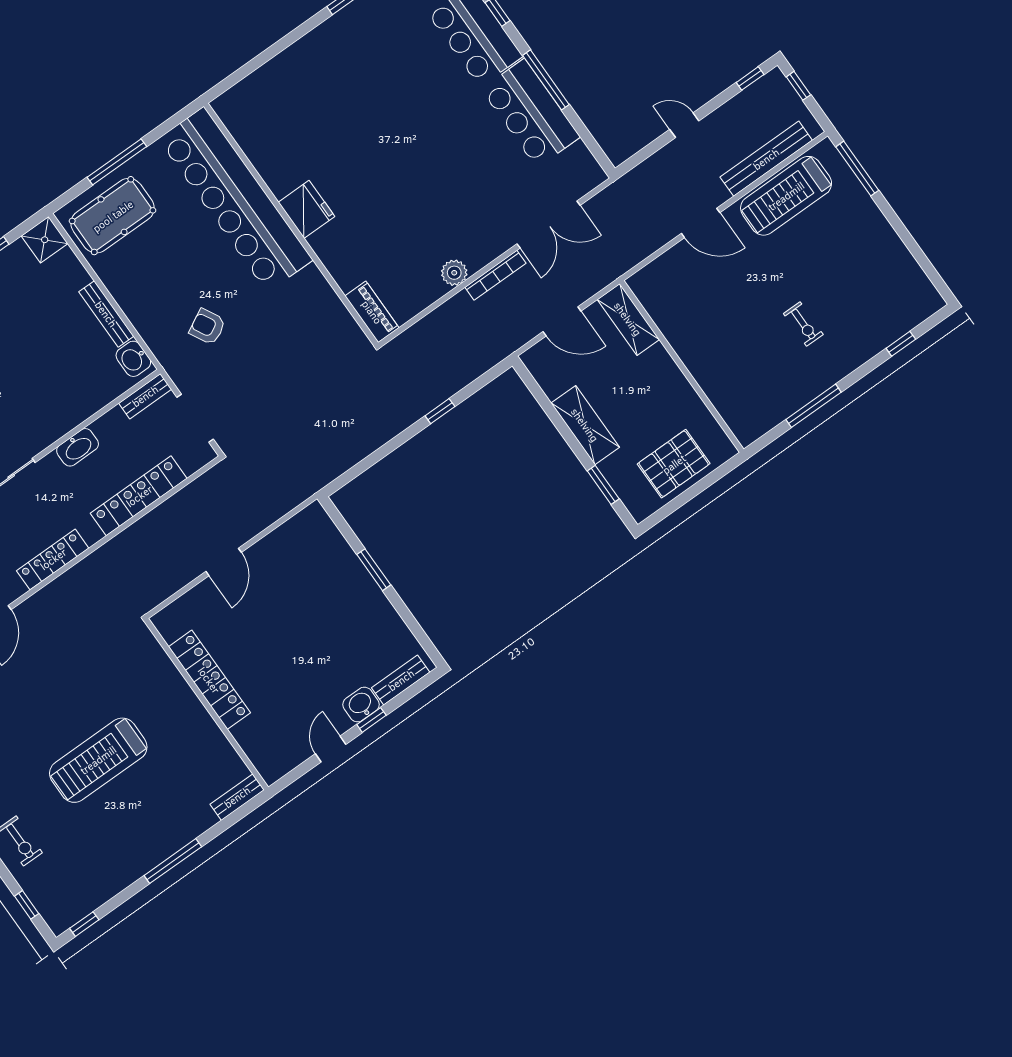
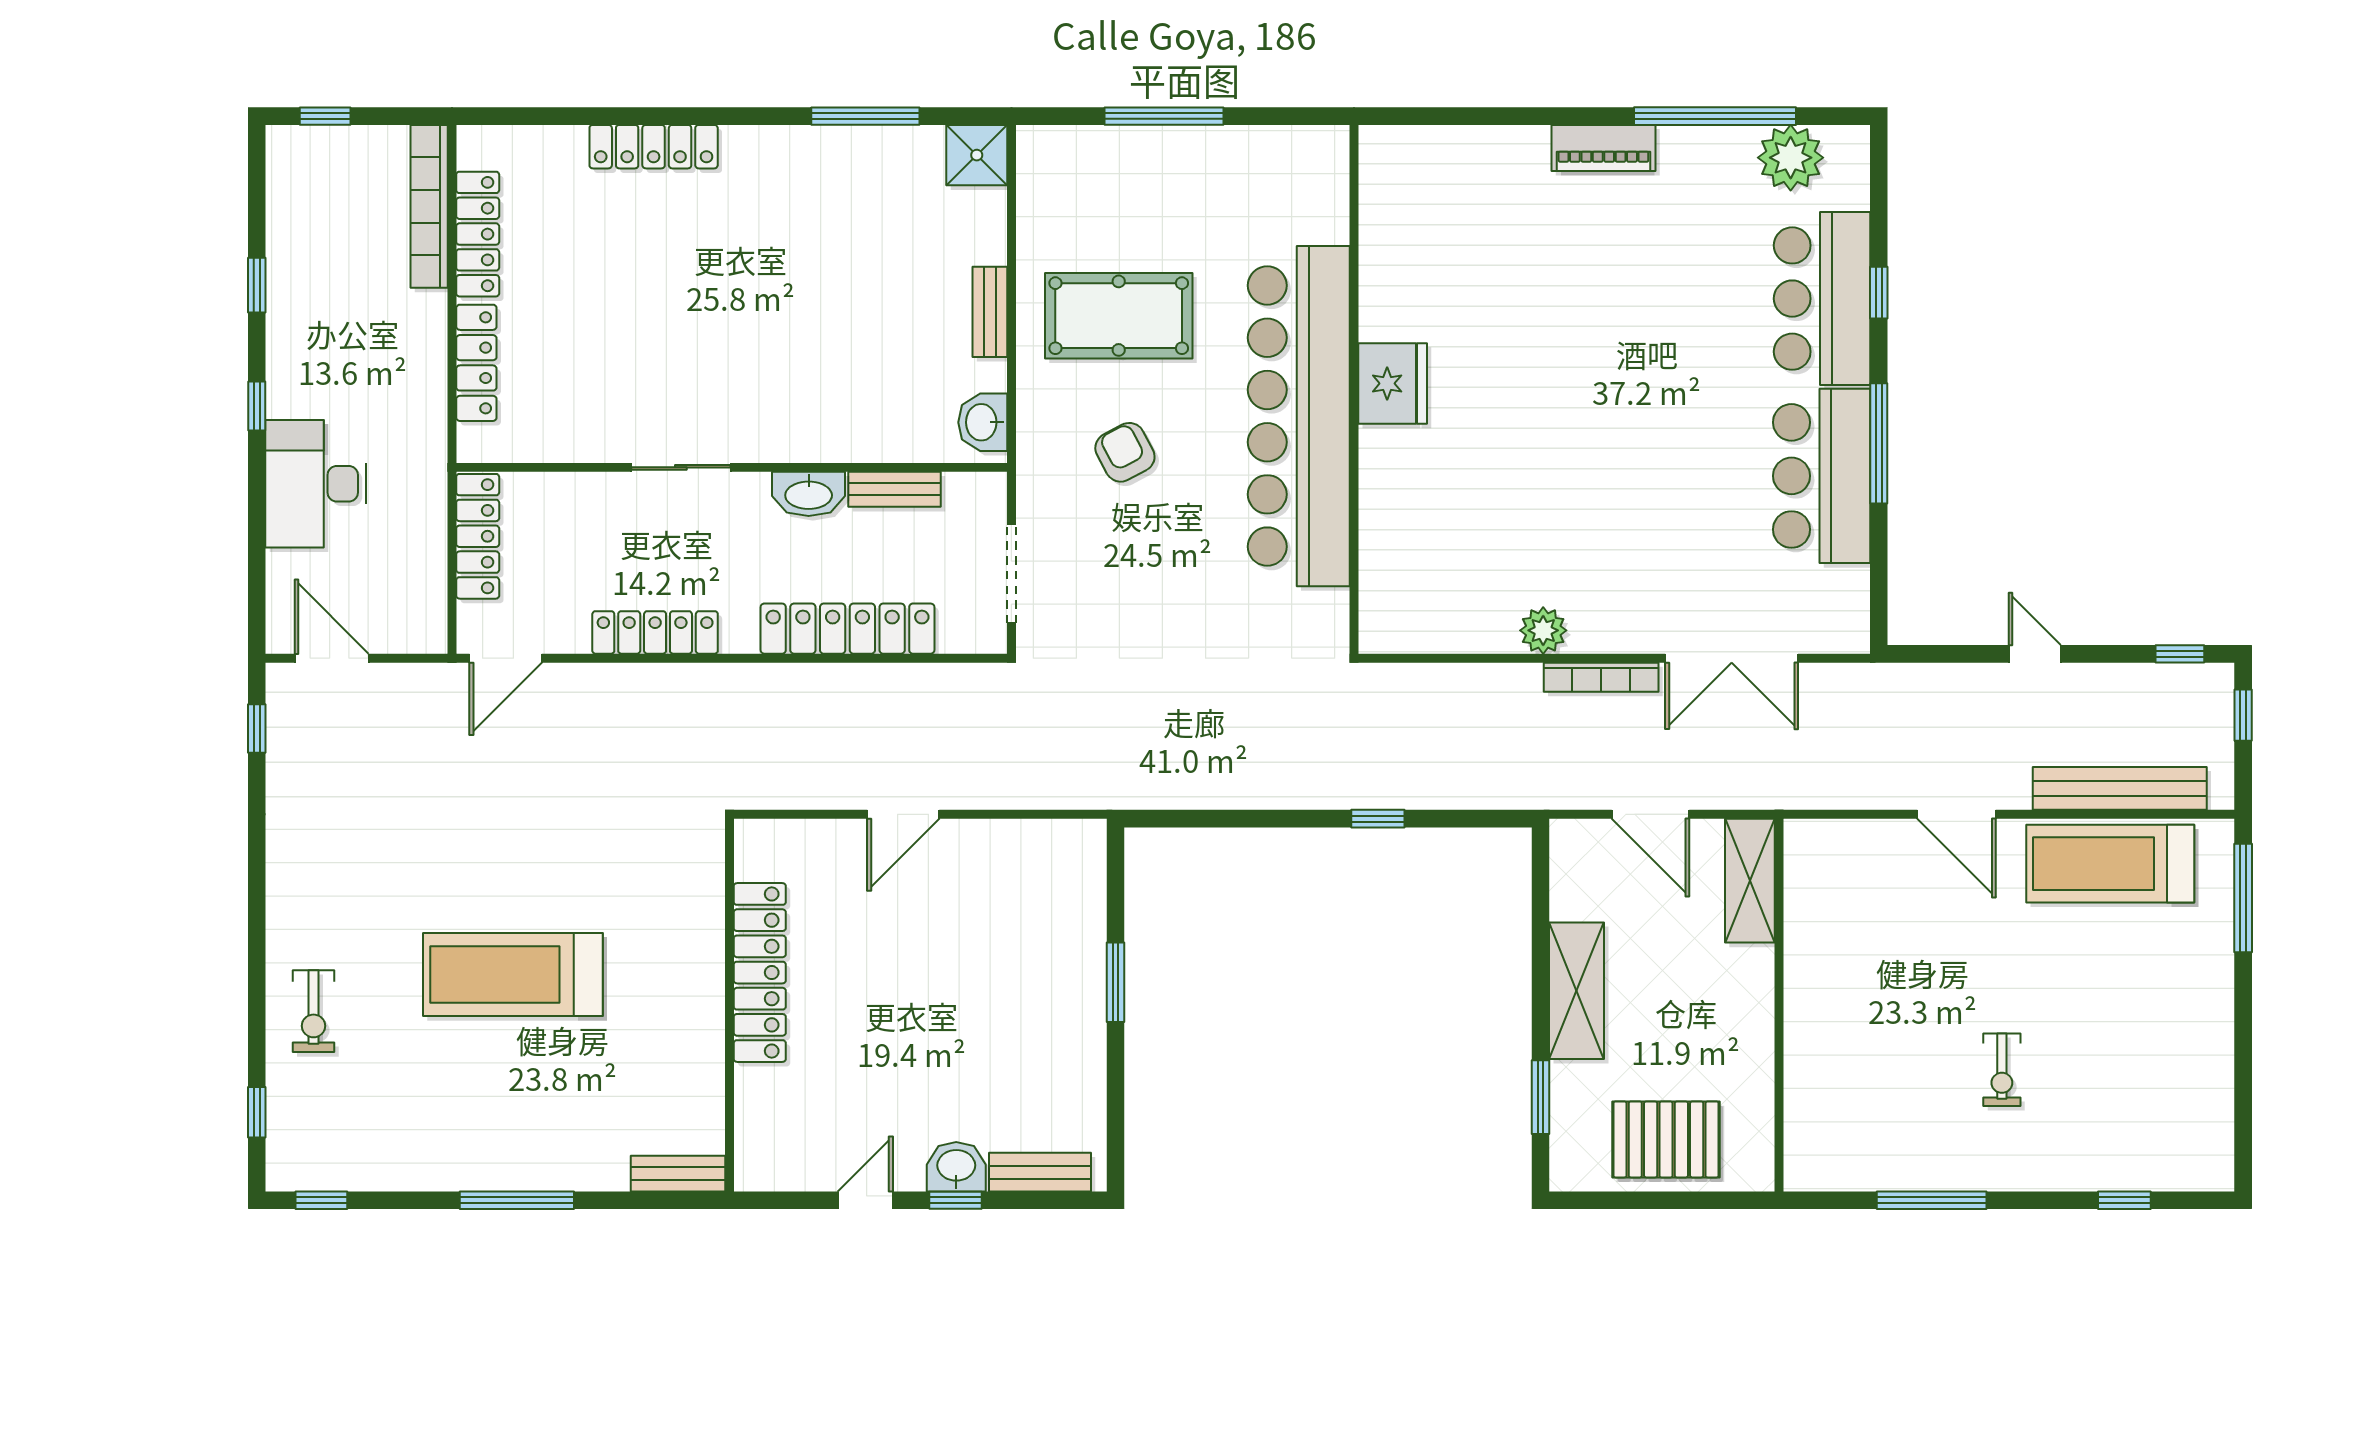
bar counter: (236, 199) -> (1299, 416), moved
pool table: (113, 216) -> (1119, 316), moved
piano: (372, 312) -> (1603, 148), moved, turned 90
bench: (106, 314) -> (990, 312), width x0.73
bench: (145, 396) -> (895, 489), moved

